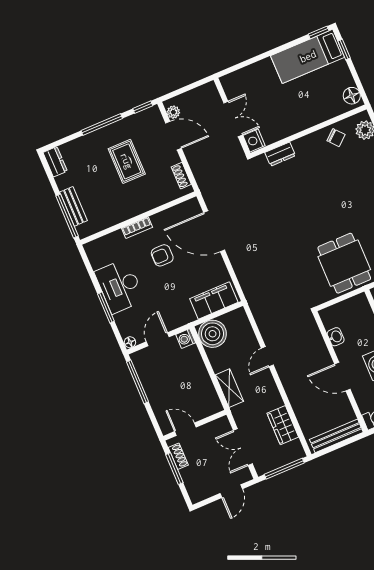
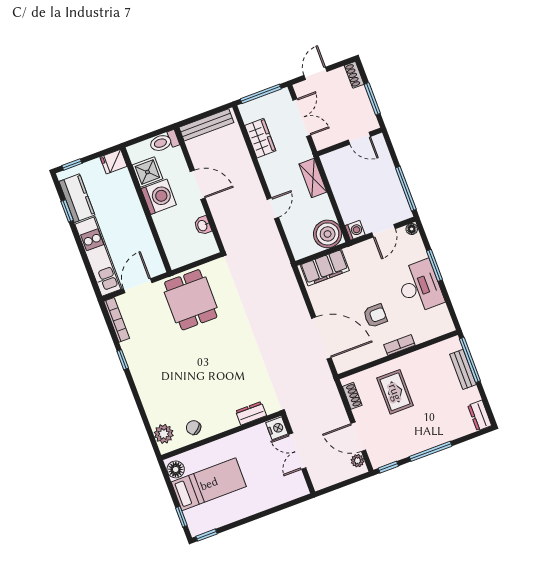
bed: (308, 56) -> (209, 484), moved
rug: (127, 161) -> (395, 392), moved
shoe rack: (178, 456) -> (354, 75), moved

